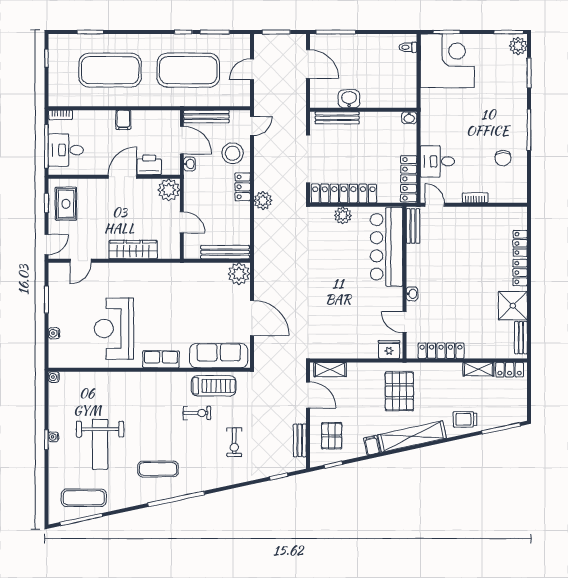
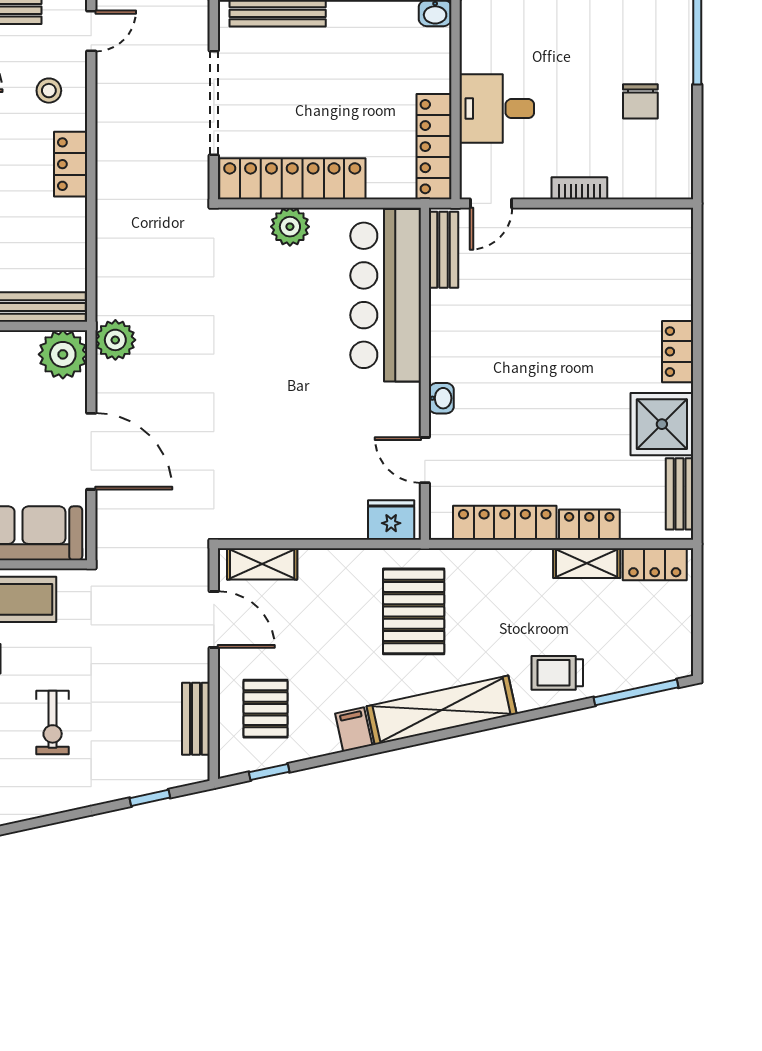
stool: (233, 153) -> (49, 91), width x0.53, depth x0.53
plant: (263, 201) -> (115, 340), moved
door: (435, 205) -> (491, 203), swing flipped
locker: (520, 243) -> (589, 525), moved, turned 90

